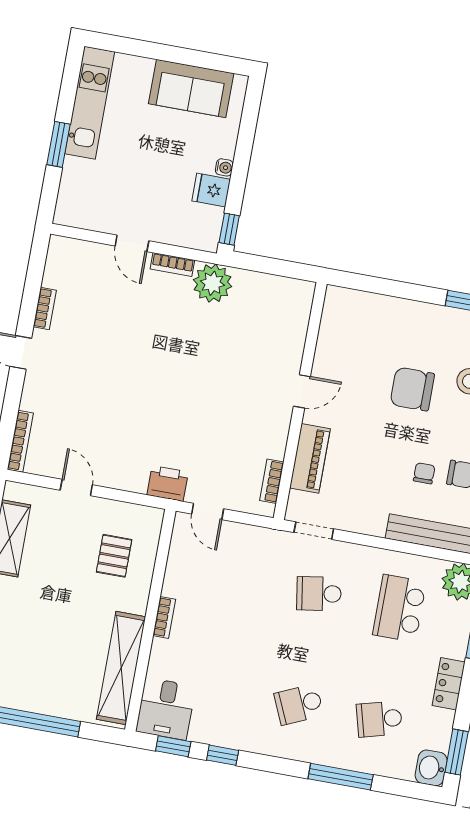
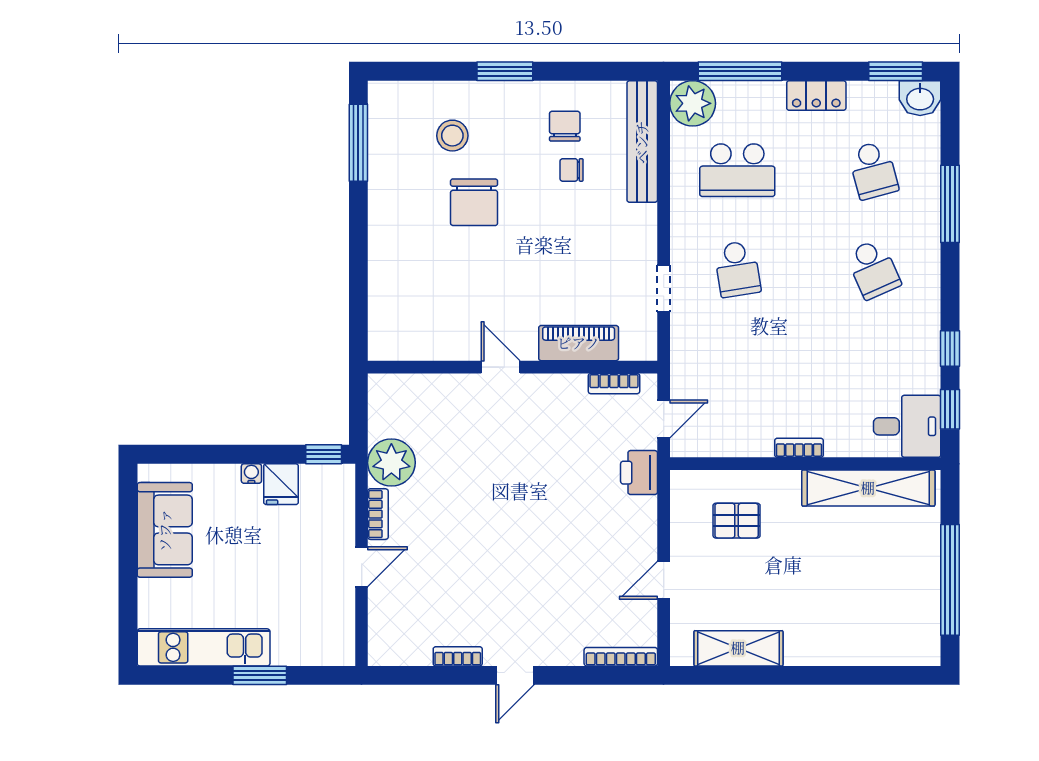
door: (302, 391) -> (501, 367), moved
wall: (300, 401) -> (513, 367), moved
piano: (310, 458) -> (579, 343), moved
bookcase: (272, 481) -> (614, 384), moved

